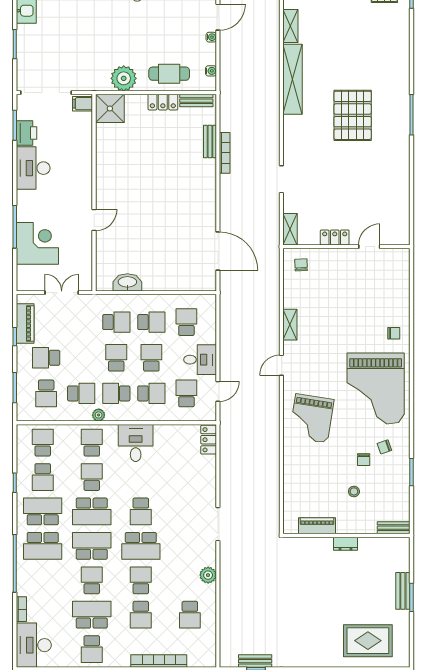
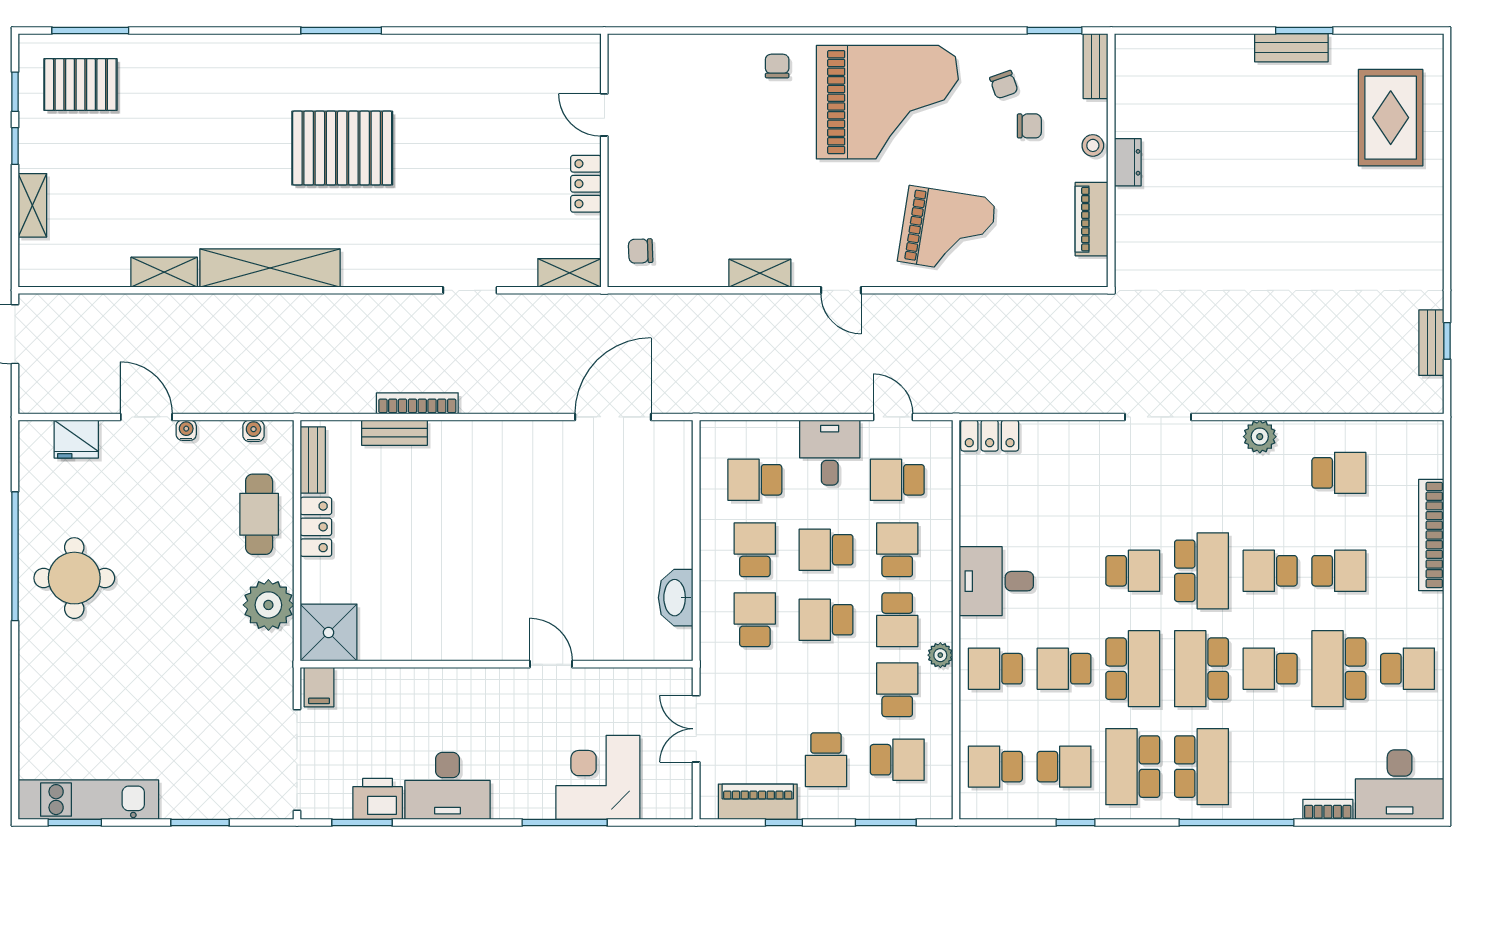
piano: (317, 526) -> (1092, 219), moved
bench: (394, 528) -> (1096, 66), moved
wall: (346, 536) -> (1111, 160), moved
dresser: (345, 544) -> (1128, 162), moved

